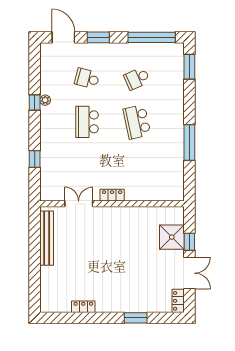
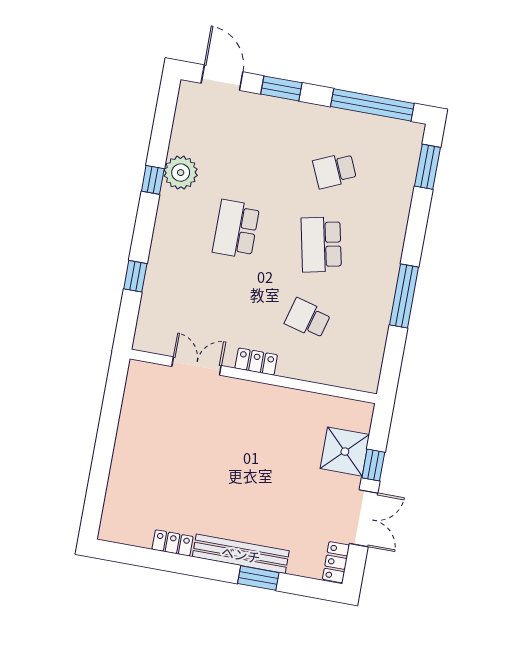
school desk: (87, 78) -> (308, 318), moved
plant: (45, 100) -> (181, 173), width x1.88, depth x1.88
bench: (47, 238) -> (241, 554), moved, turned 90

